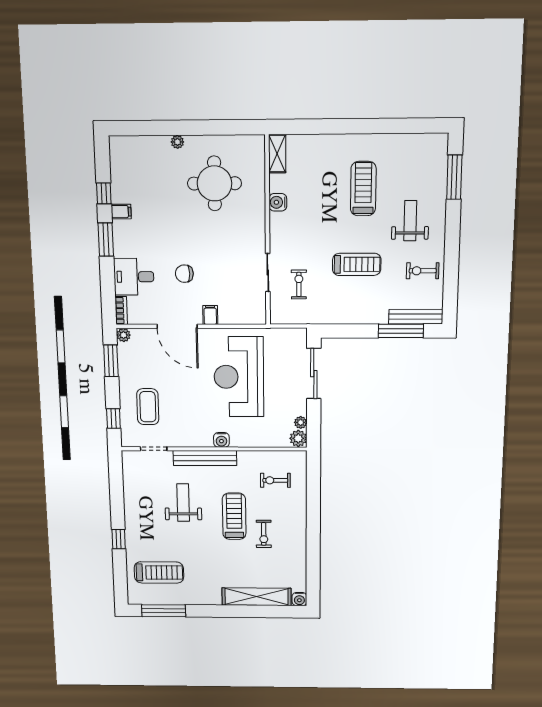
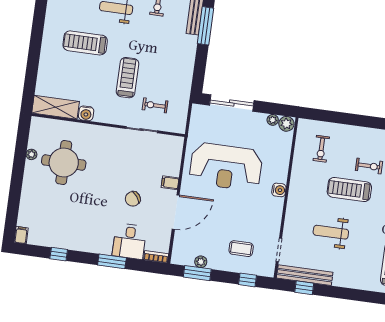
plant: (177, 142) -> (31, 154), moved
shelving: (277, 154) -> (56, 107), width x1.50, depth x1.33
filing cabinet: (121, 212) -> (21, 235), moved
window: (106, 240) -> (112, 261), moved
treadmill: (357, 264) -> (128, 78), moved
chair: (184, 274) -> (133, 199), turned 54
plant: (124, 335) -> (201, 262), moved
coffee table: (148, 407) -> (241, 249), width x0.73, depth x0.77
bench: (205, 458) -> (305, 275), moved, turned 90
window: (119, 539) -> (304, 288), moved

